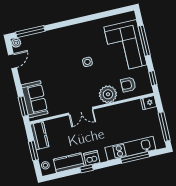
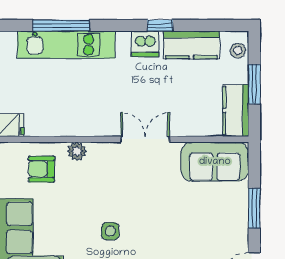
armchair: (128, 85) -> (42, 169), turned 180
plant: (108, 94) -> (77, 151), width x0.53, depth x0.53
sofa: (35, 99) -> (215, 162), moved, turned -90
window: (23, 106) -> (254, 208), moved

